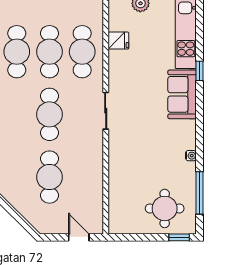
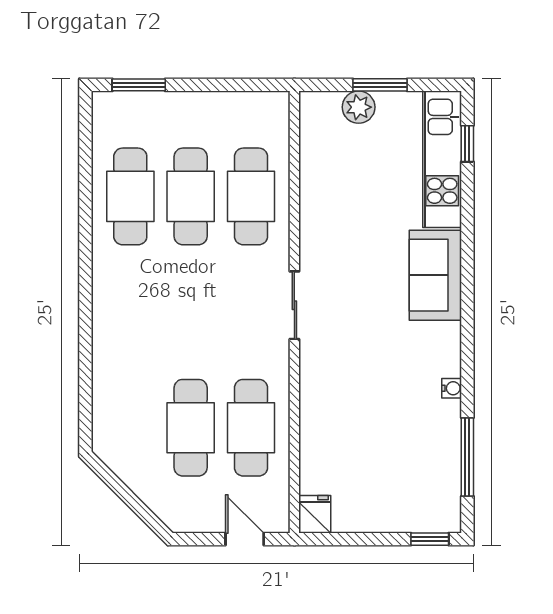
fridge: (118, 41) -> (315, 514), moved, turned -90
window: (199, 71) -> (467, 144), moved
cafe table: (49, 114) -> (251, 428), moved
round table: (165, 208) -> (403, 486), removed

